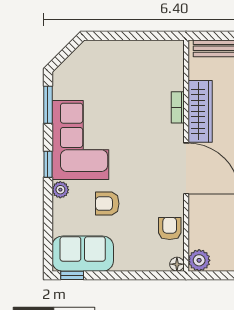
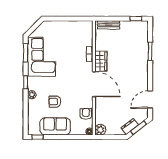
wardrobe: (200, 111) -> (101, 61), width x0.67
corner sofa: (80, 140) -> (42, 57), moved
sofa: (83, 254) -> (55, 126), moved

